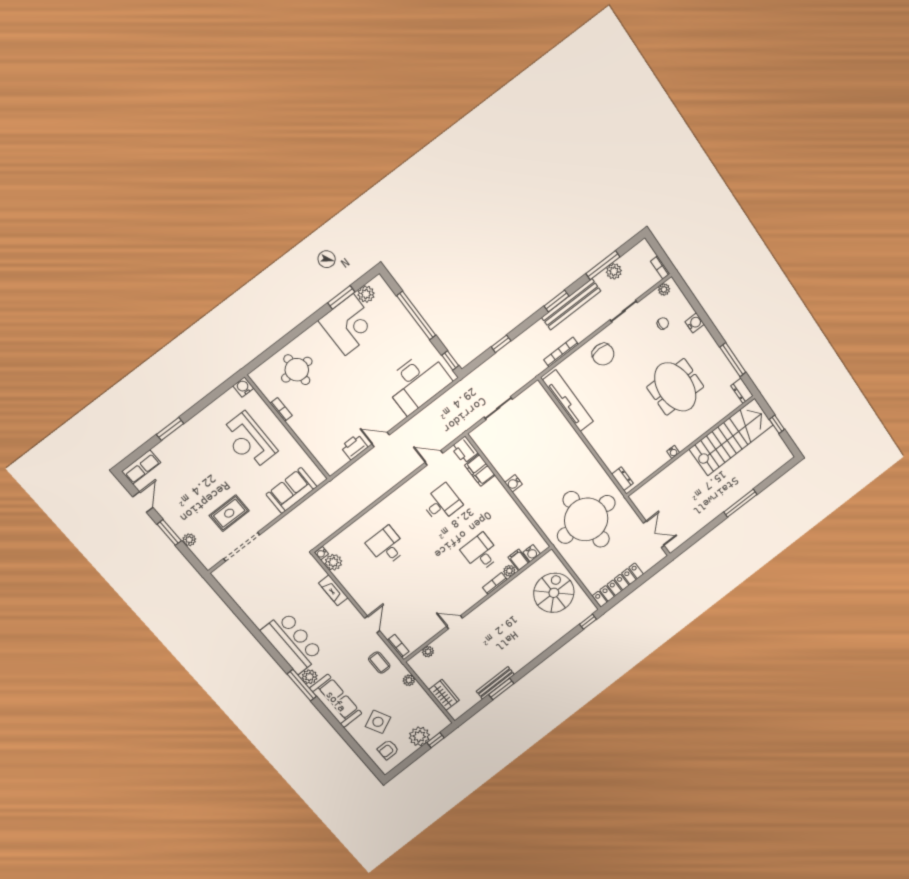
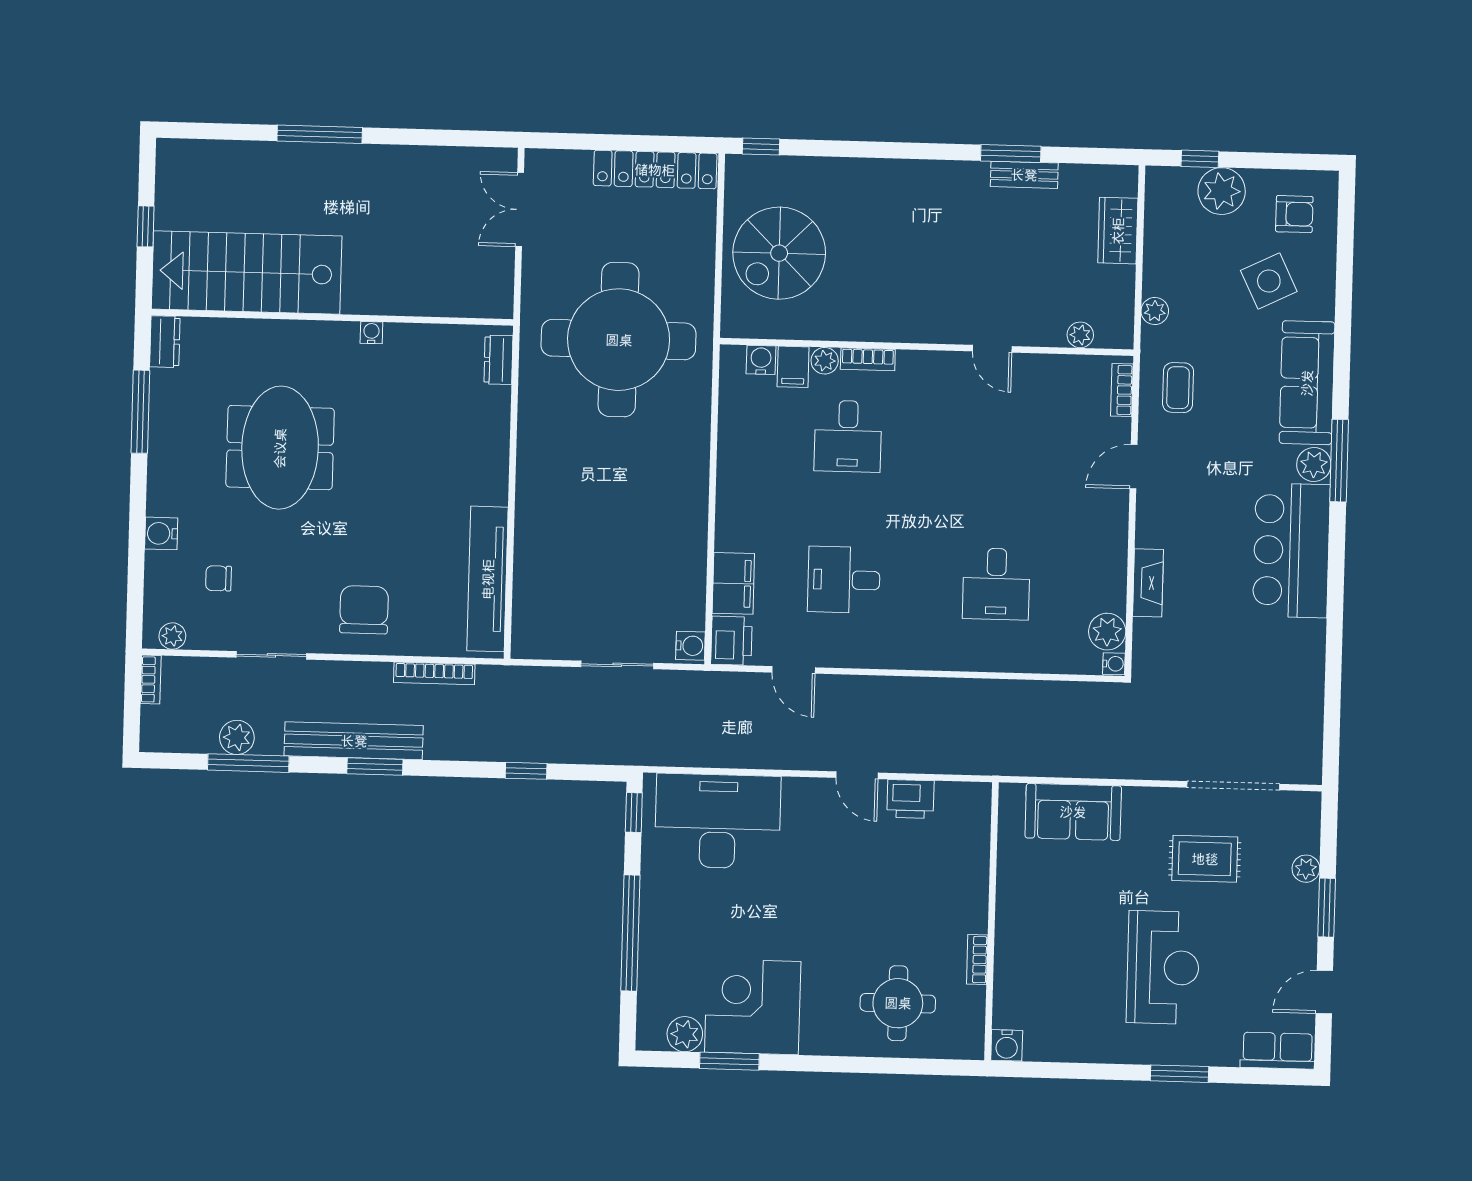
reception desk: (249, 441) -> (1163, 967), moved
water cooler: (514, 483) -> (690, 646), moved
bench: (495, 683) -> (1024, 175), width x0.73

